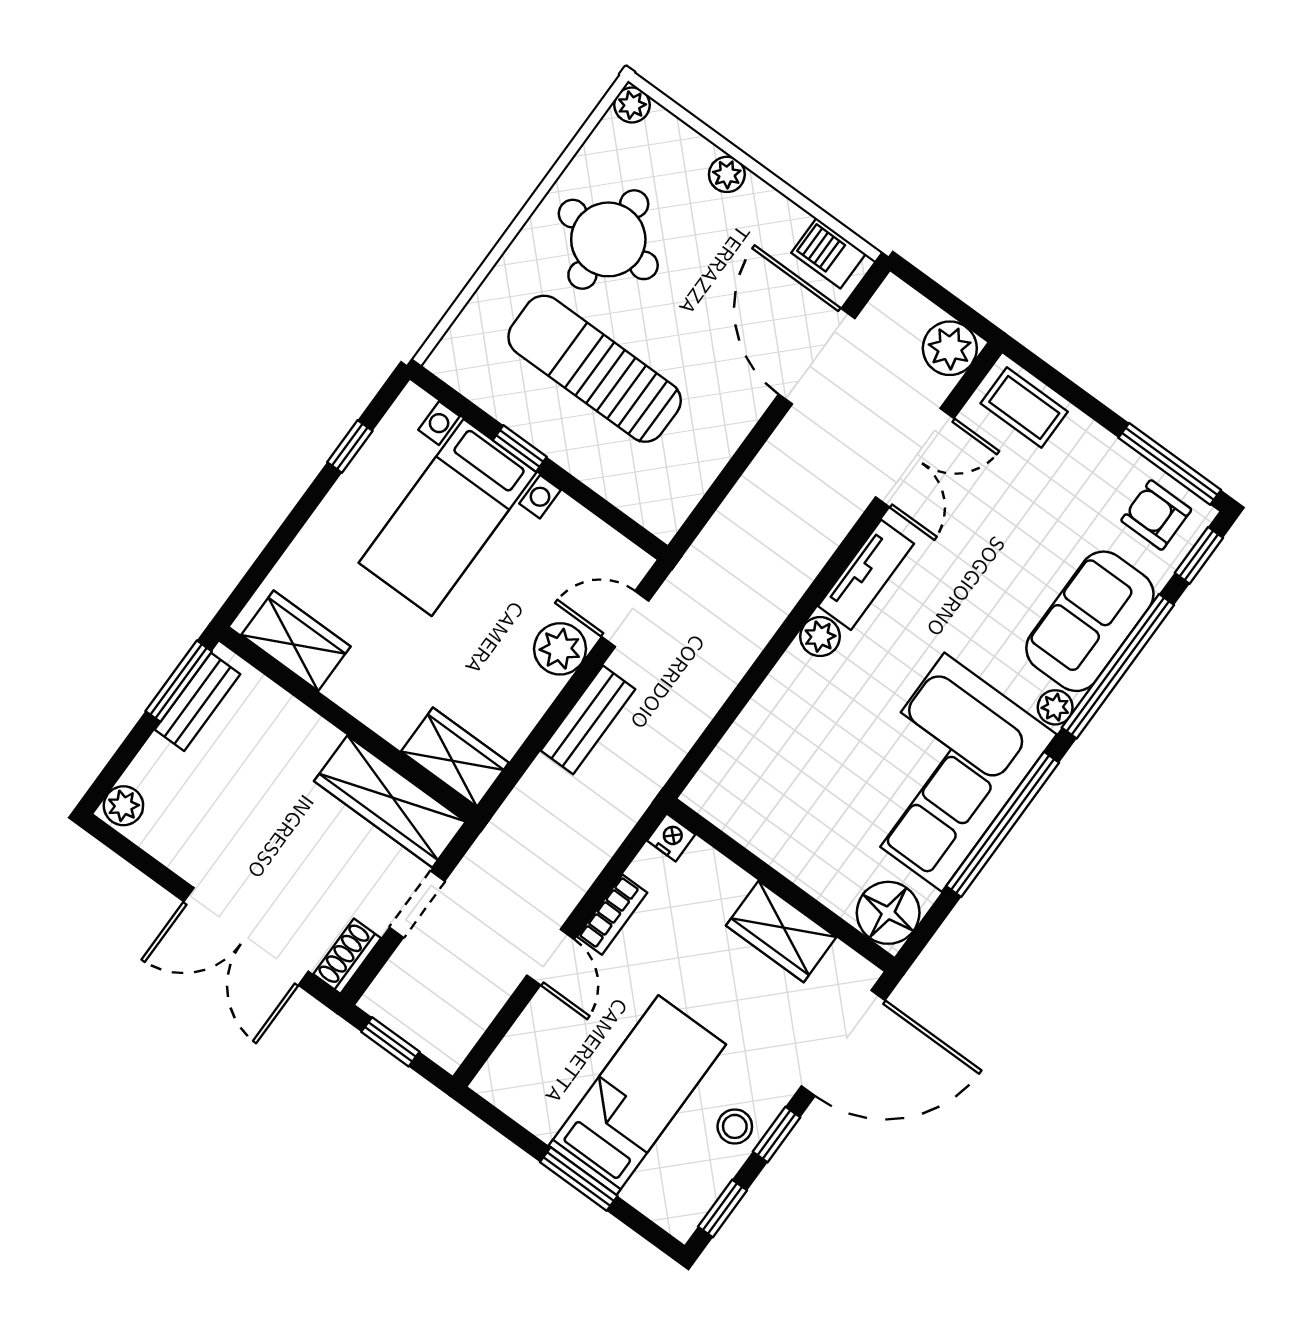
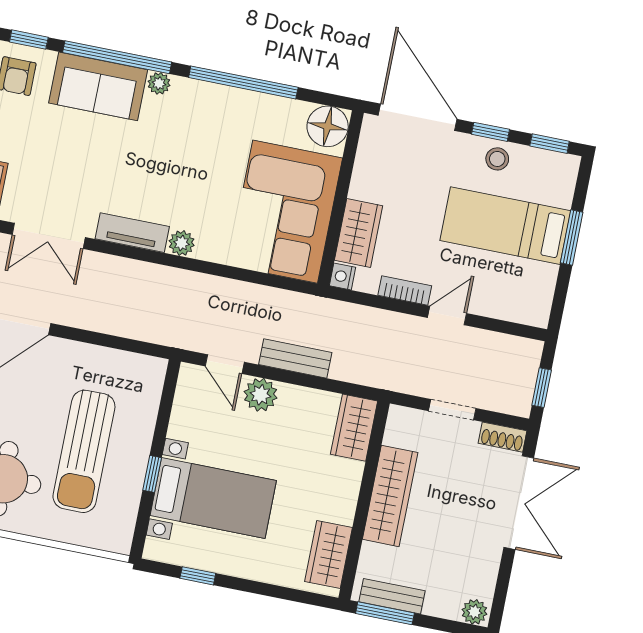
double door: (915, 458) -> (49, 236), swing flipped
corner sofa: (943, 772) -> (285, 212), moved, turned 90
wardrobe: (390, 801) -> (390, 496), moved
wardrobe: (781, 931) -> (359, 233), moved

